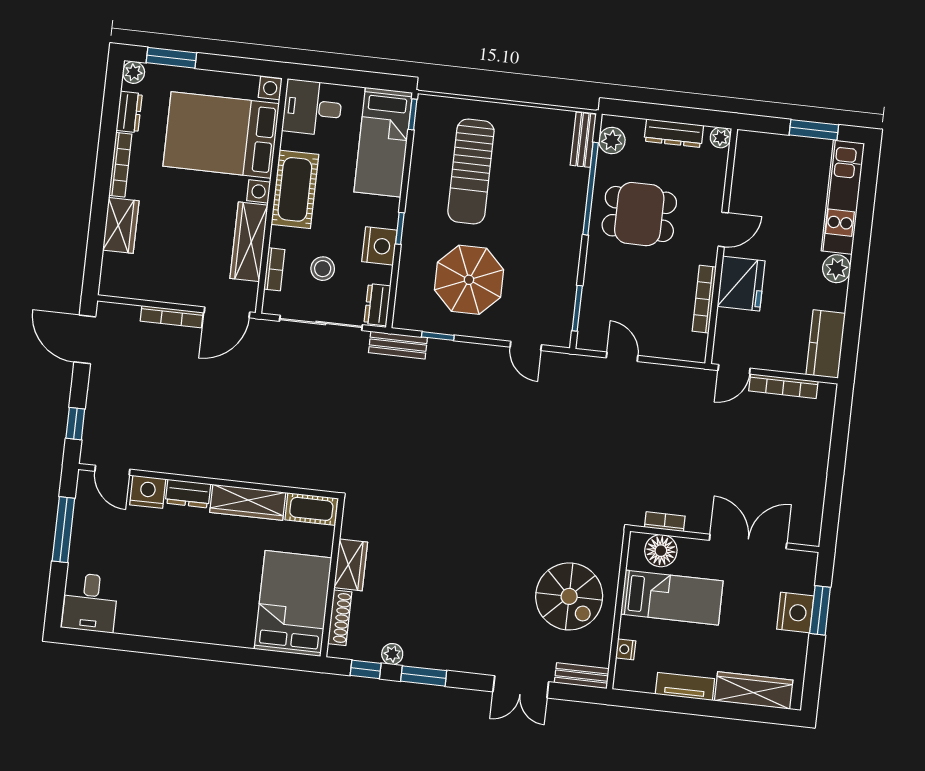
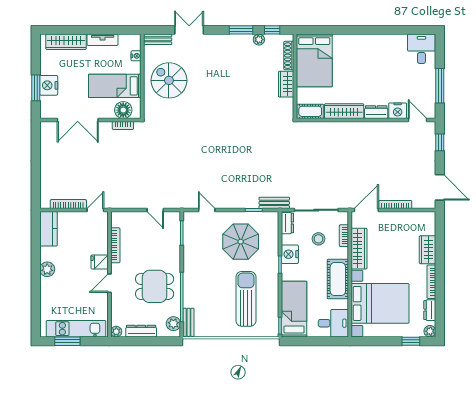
window: (171, 58) -> (411, 341), width x0.67
kitchen unit: (843, 197) -> (76, 329), moved, turned -90
fridge: (741, 284) -> (100, 262), width x0.53, depth x0.75

